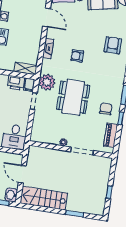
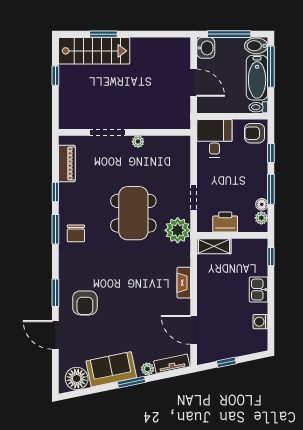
armchair: (77, 56) -> (137, 278), removed
filing cabinet: (29, 85) -> (204, 222), removed
chair: (106, 109) -> (76, 233), moved
stairs: (44, 198) -> (94, 51), moved

